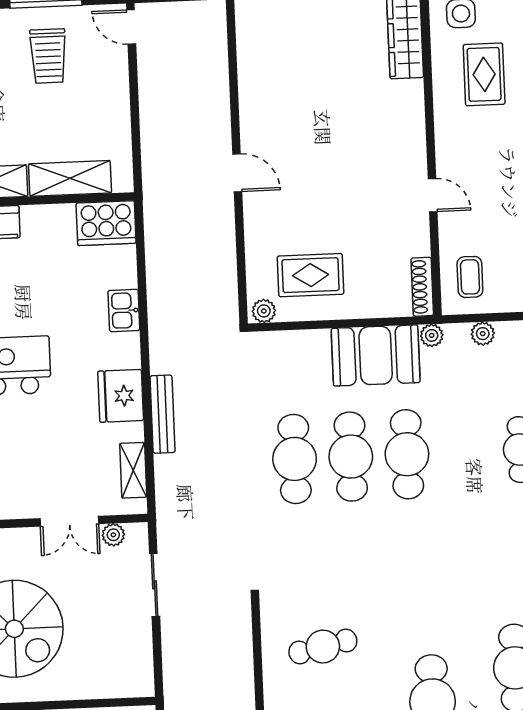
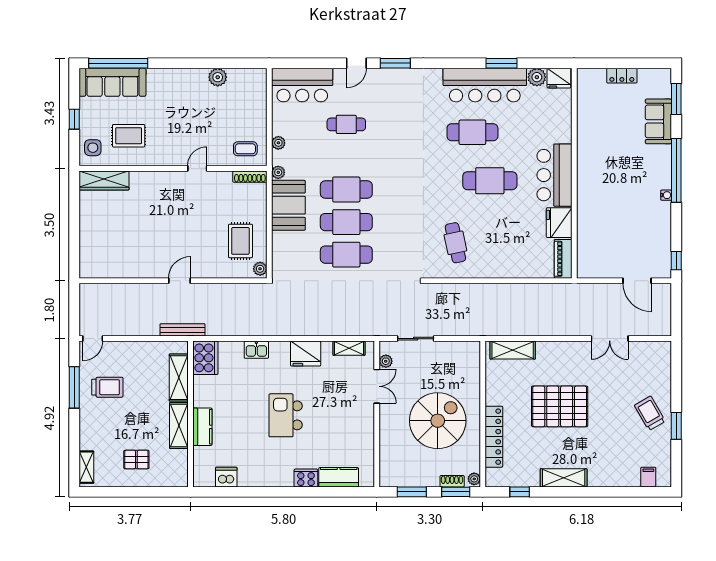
bench: (162, 414) -> (183, 330), moved

